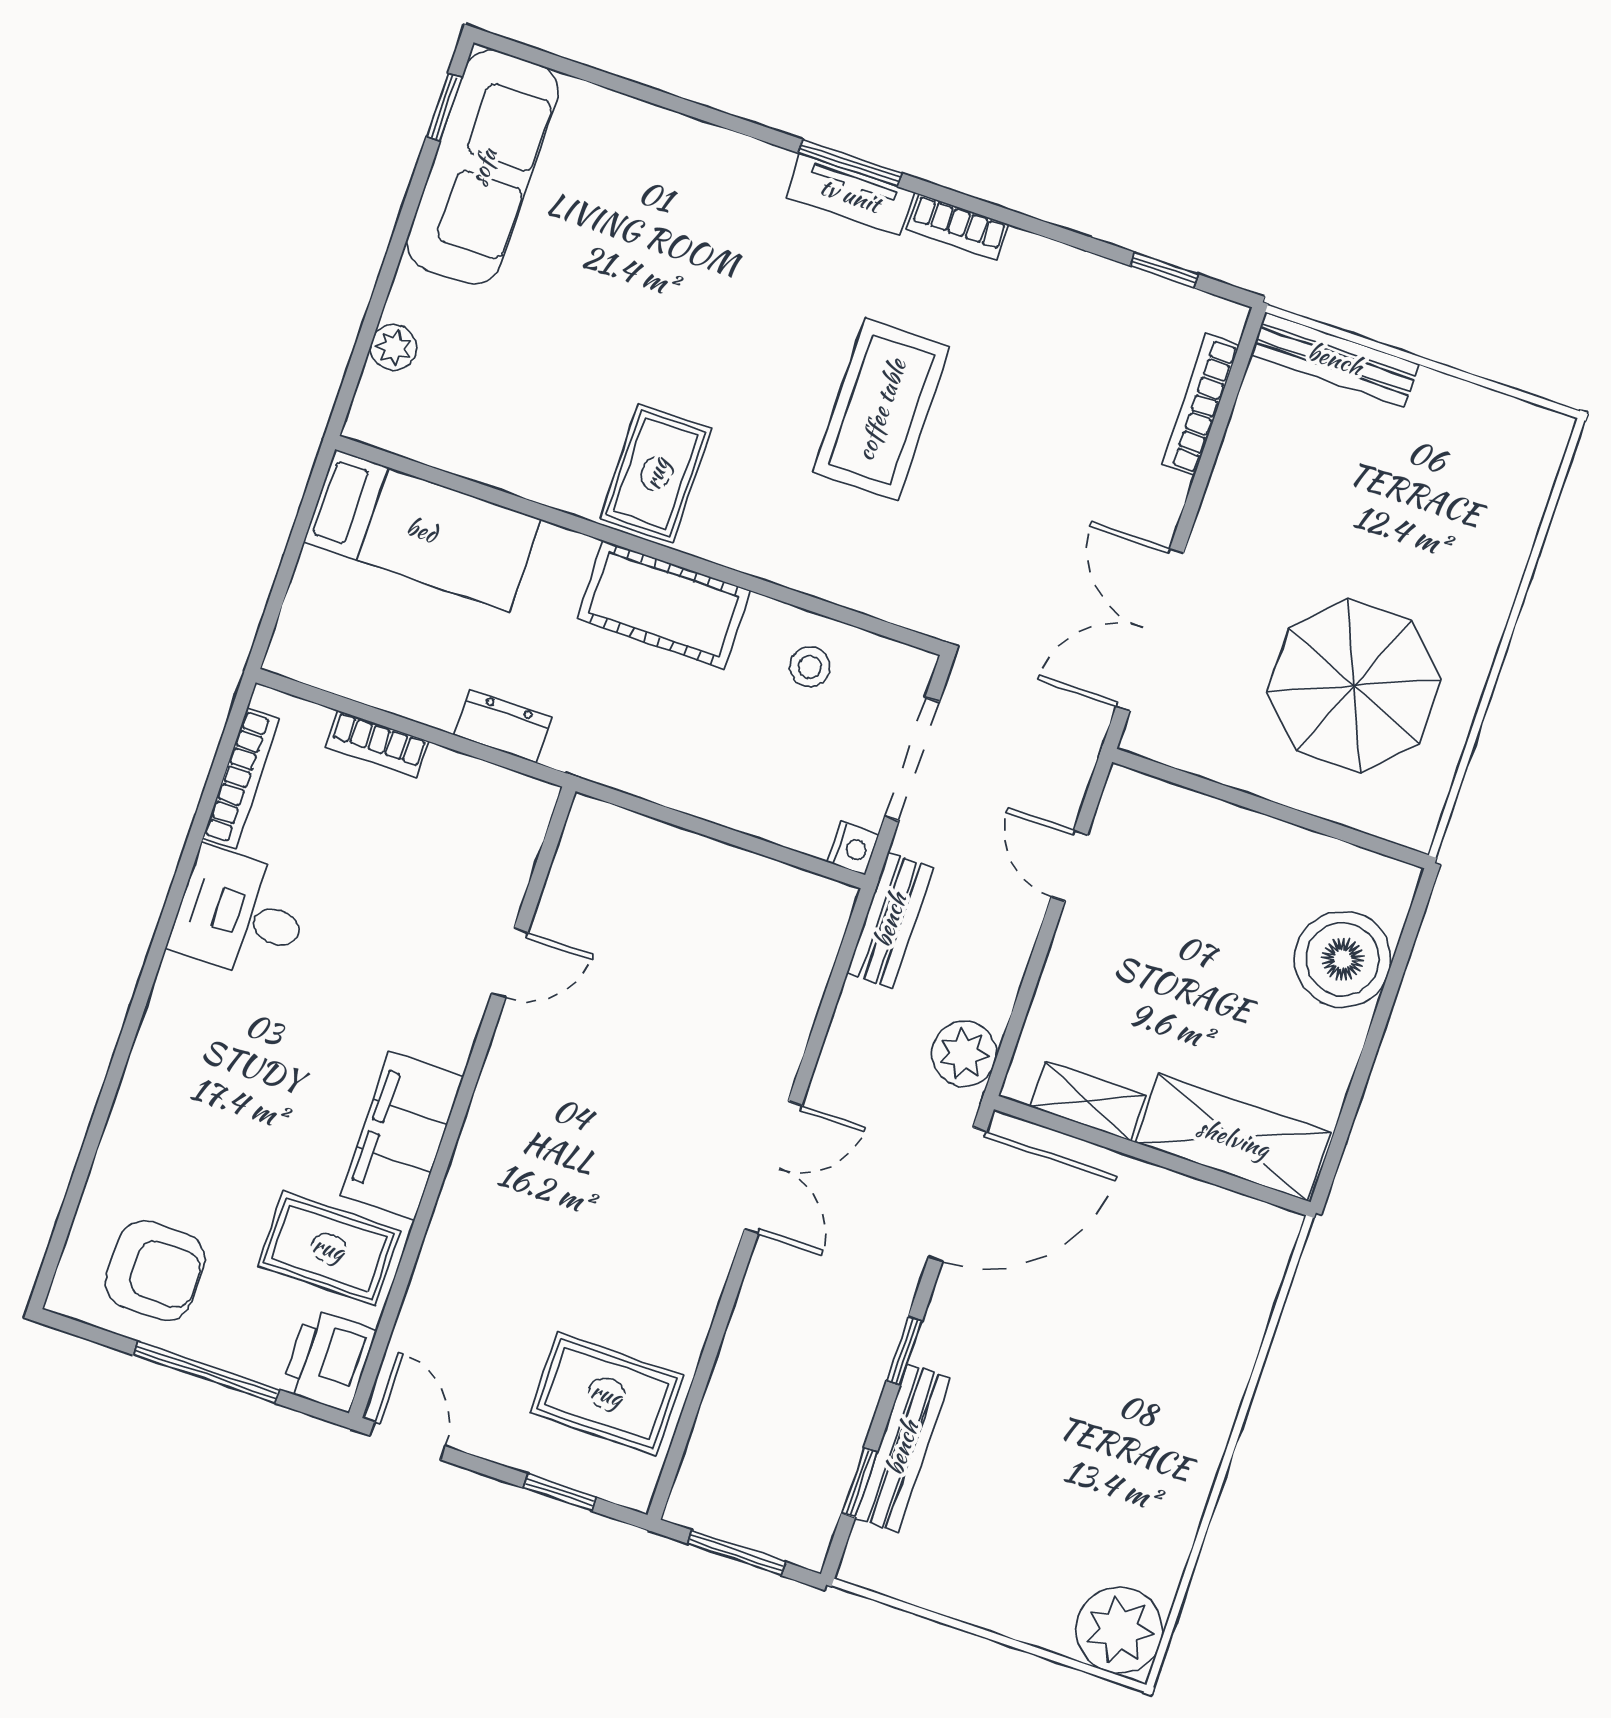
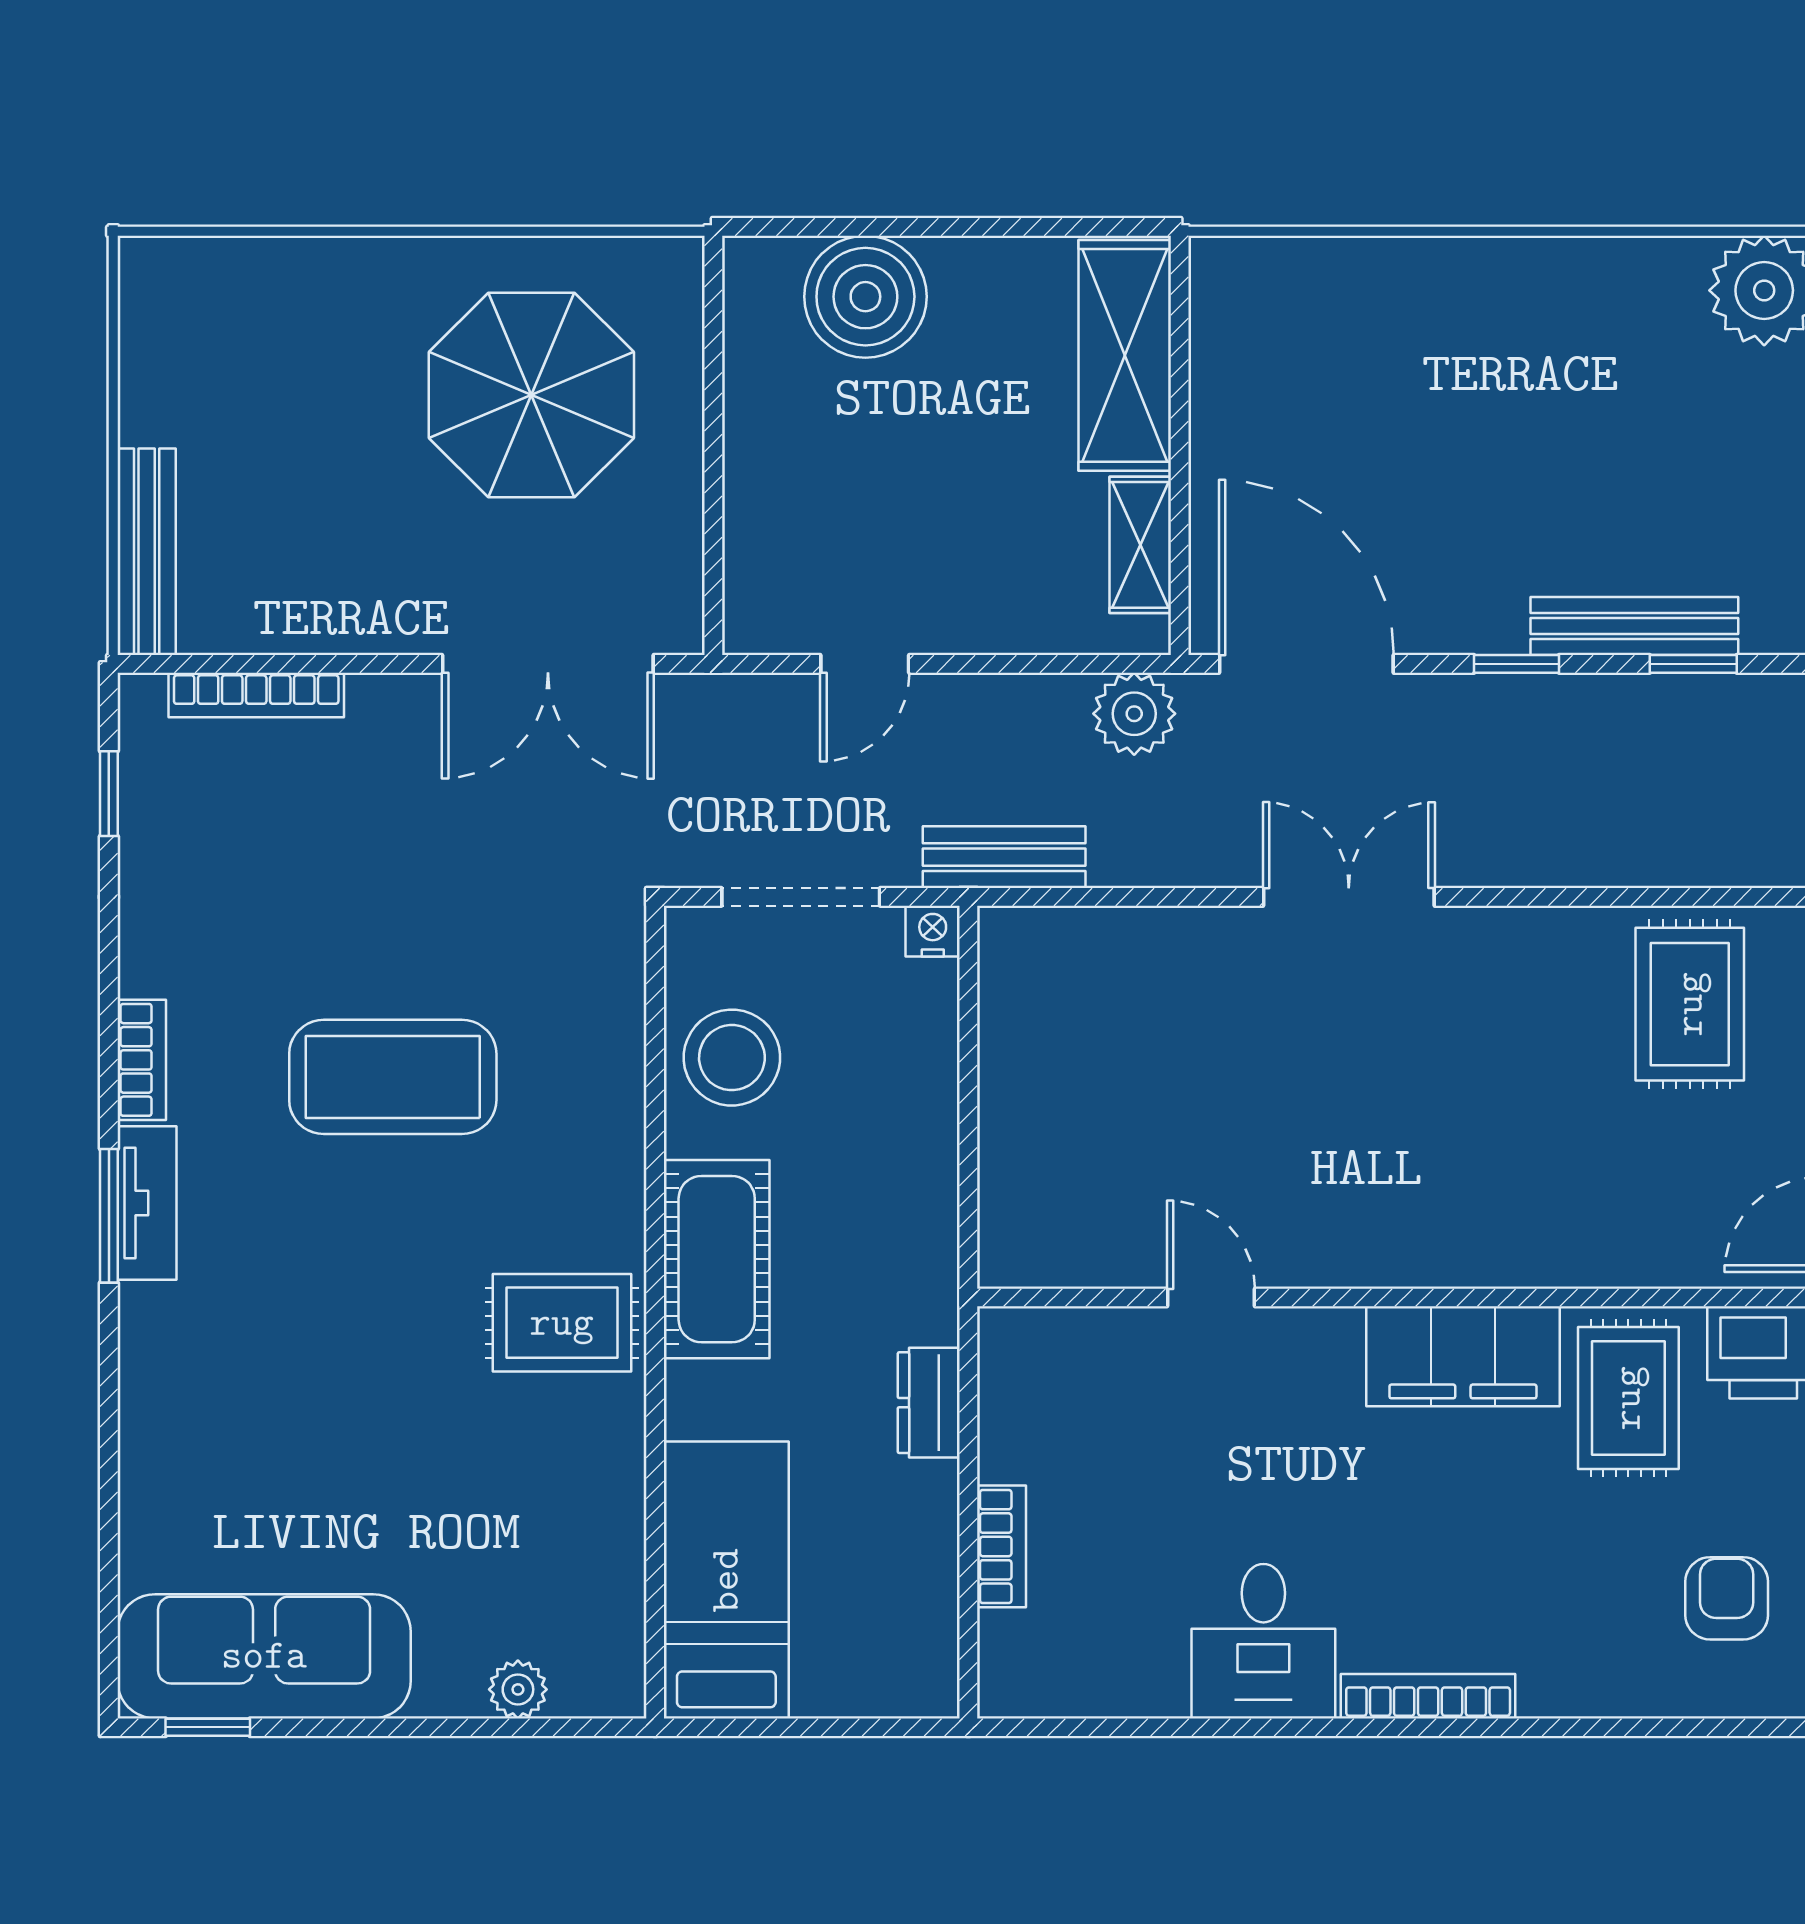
stool: (810, 667) -> (732, 1058), width x1.89, depth x1.89
bookcase: (241, 778) -> (1428, 1696), moved
armchair: (155, 1271) -> (1727, 1598), width x0.72, depth x0.72

